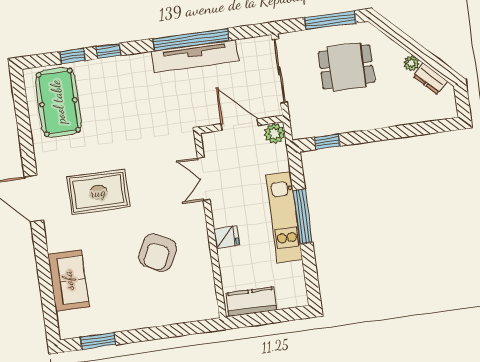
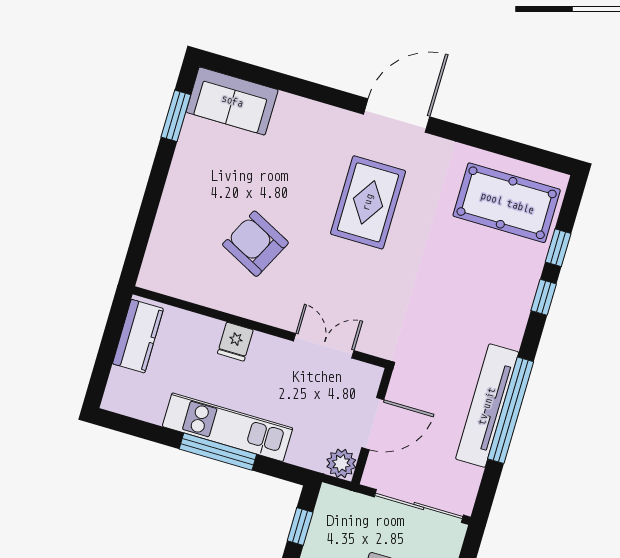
sofa: (68, 280) -> (232, 101), moved

